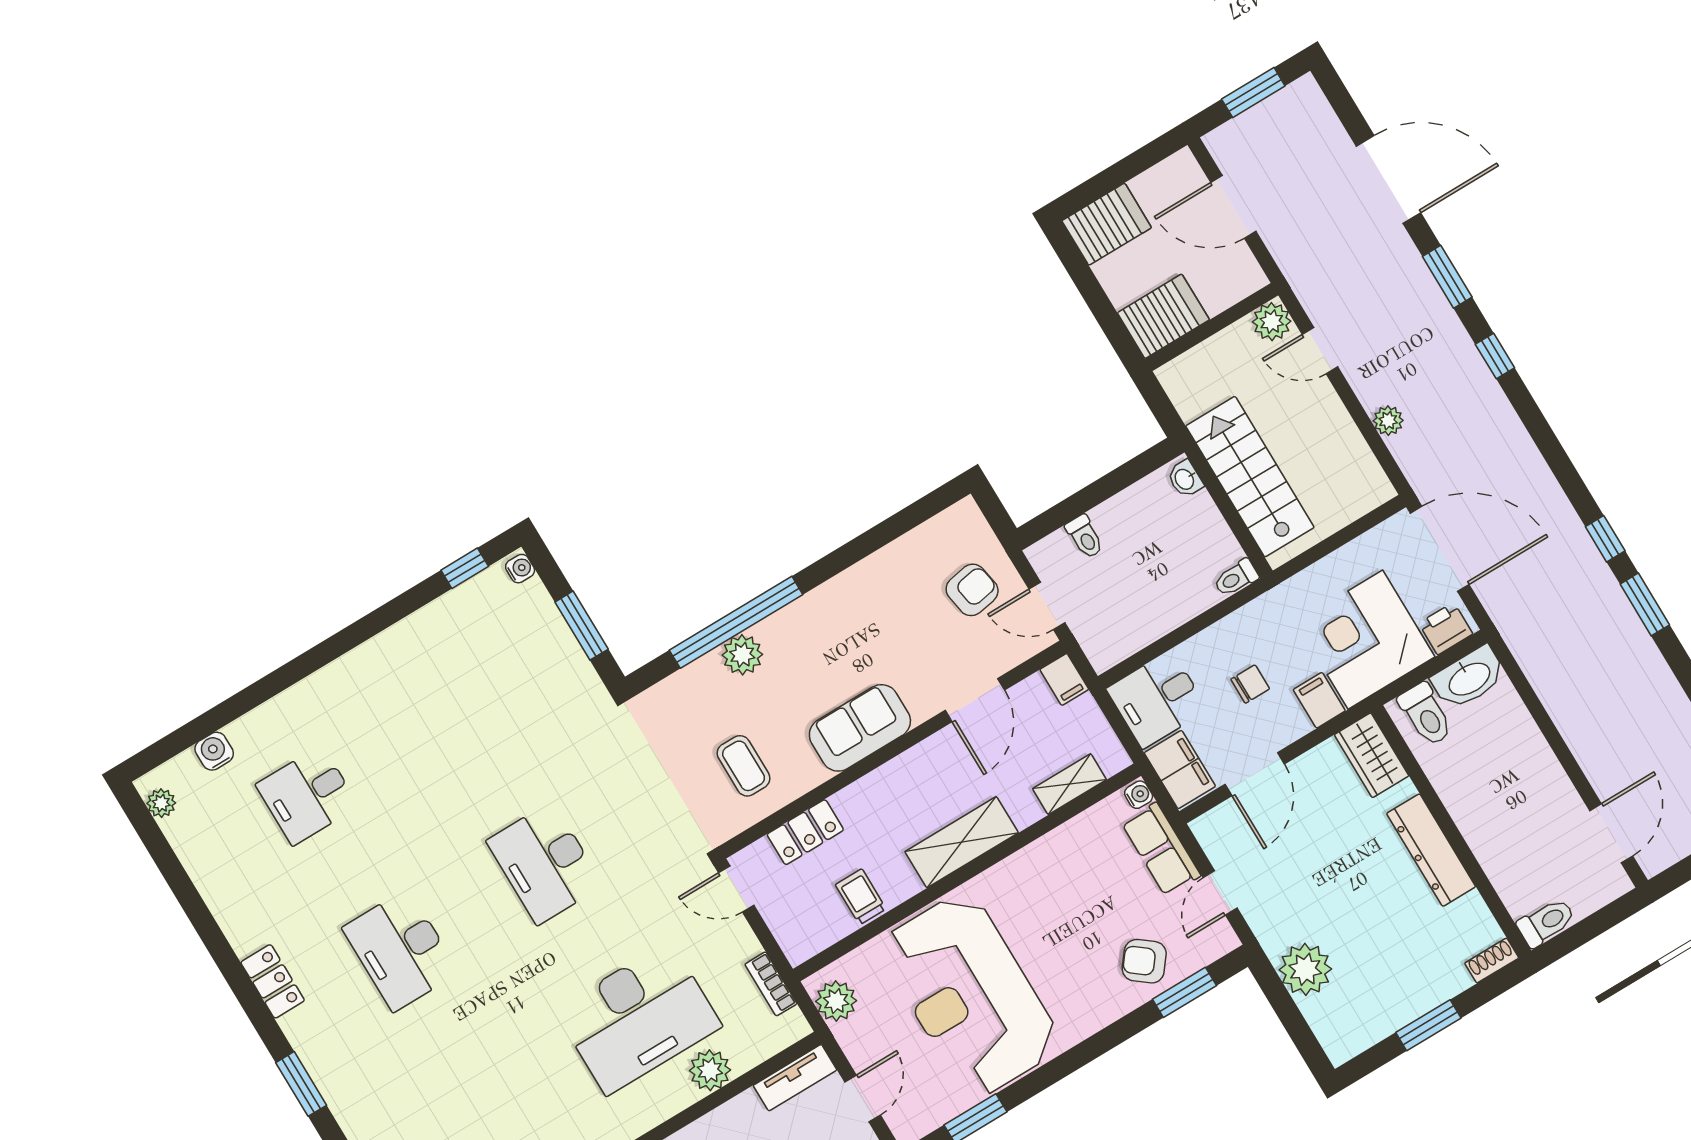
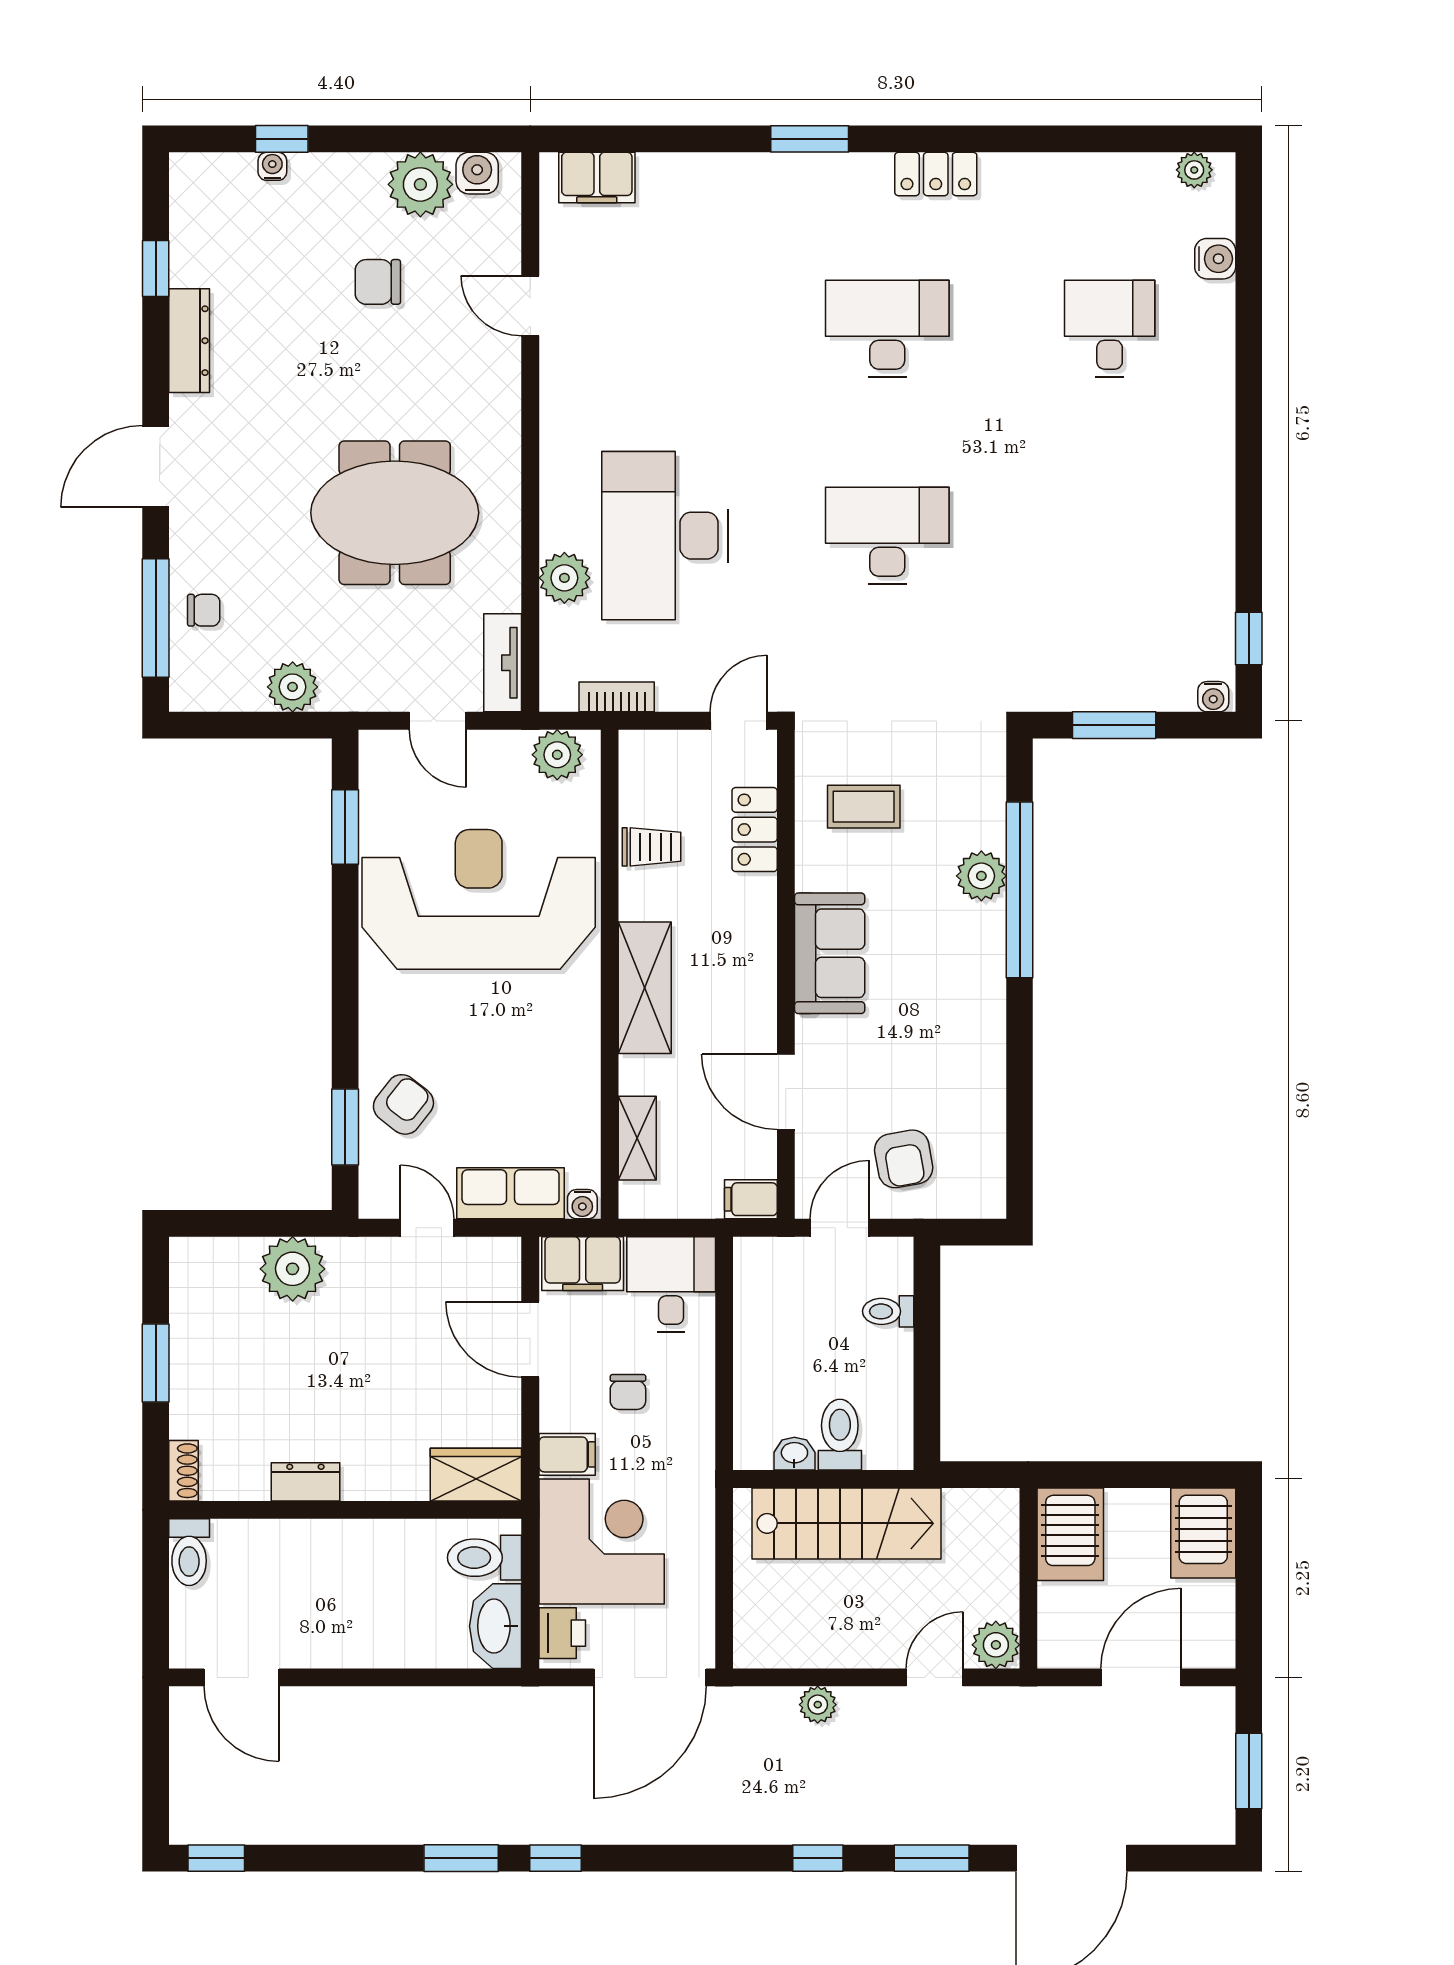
washbasin: (1185, 479) -> (794, 1454), moved
toilet: (1236, 578) -> (840, 1435), moved, width x1.37, depth x1.39
dresser: (1431, 850) -> (305, 1482), width x0.51, depth x0.80

